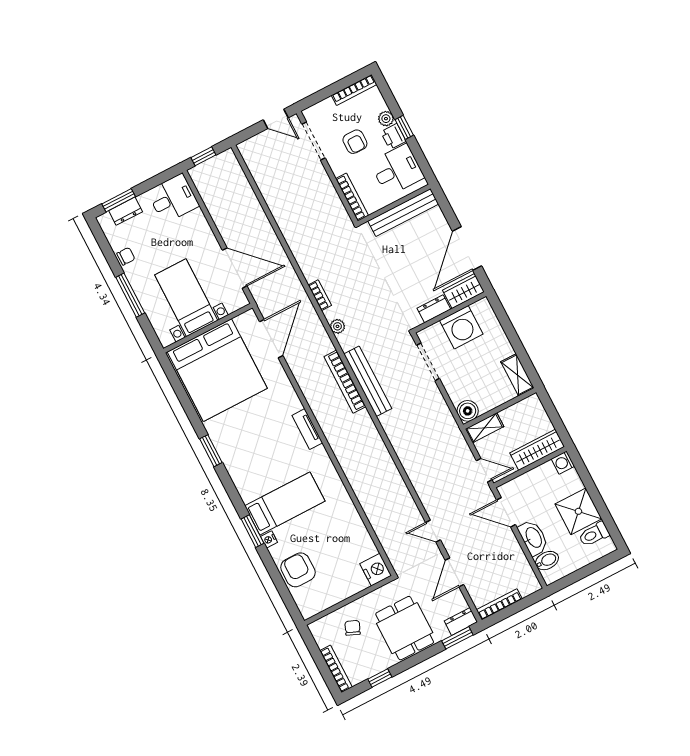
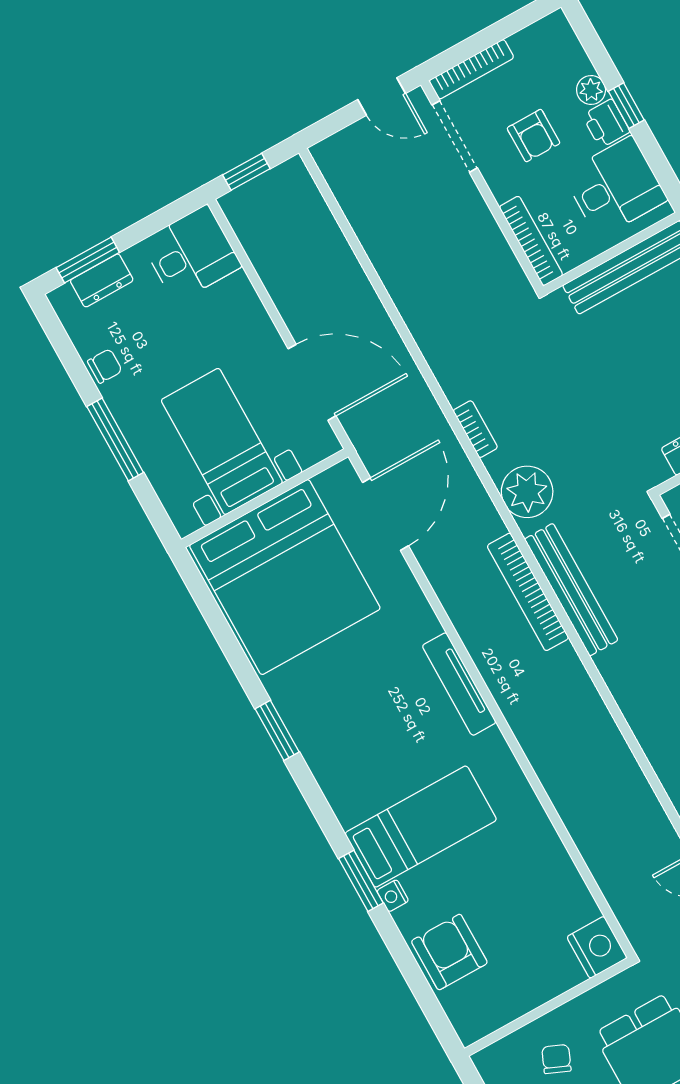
bookcase: (354, 90) -> (471, 69), moved
plant: (337, 326) -> (527, 492), width x1.88, depth x1.88
tv unit: (307, 429) -> (459, 684), width x1.41

